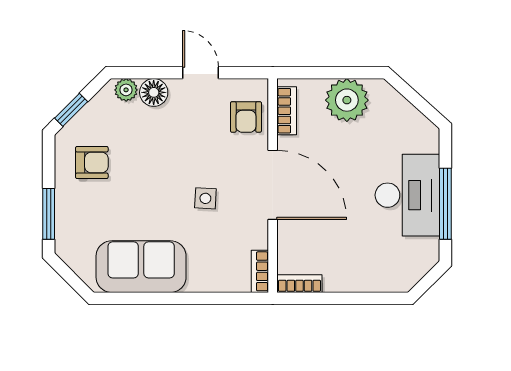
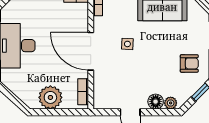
armchair: (246, 117) -> (105, 88), removed
armchair: (92, 163) -> (189, 63), turned 180

